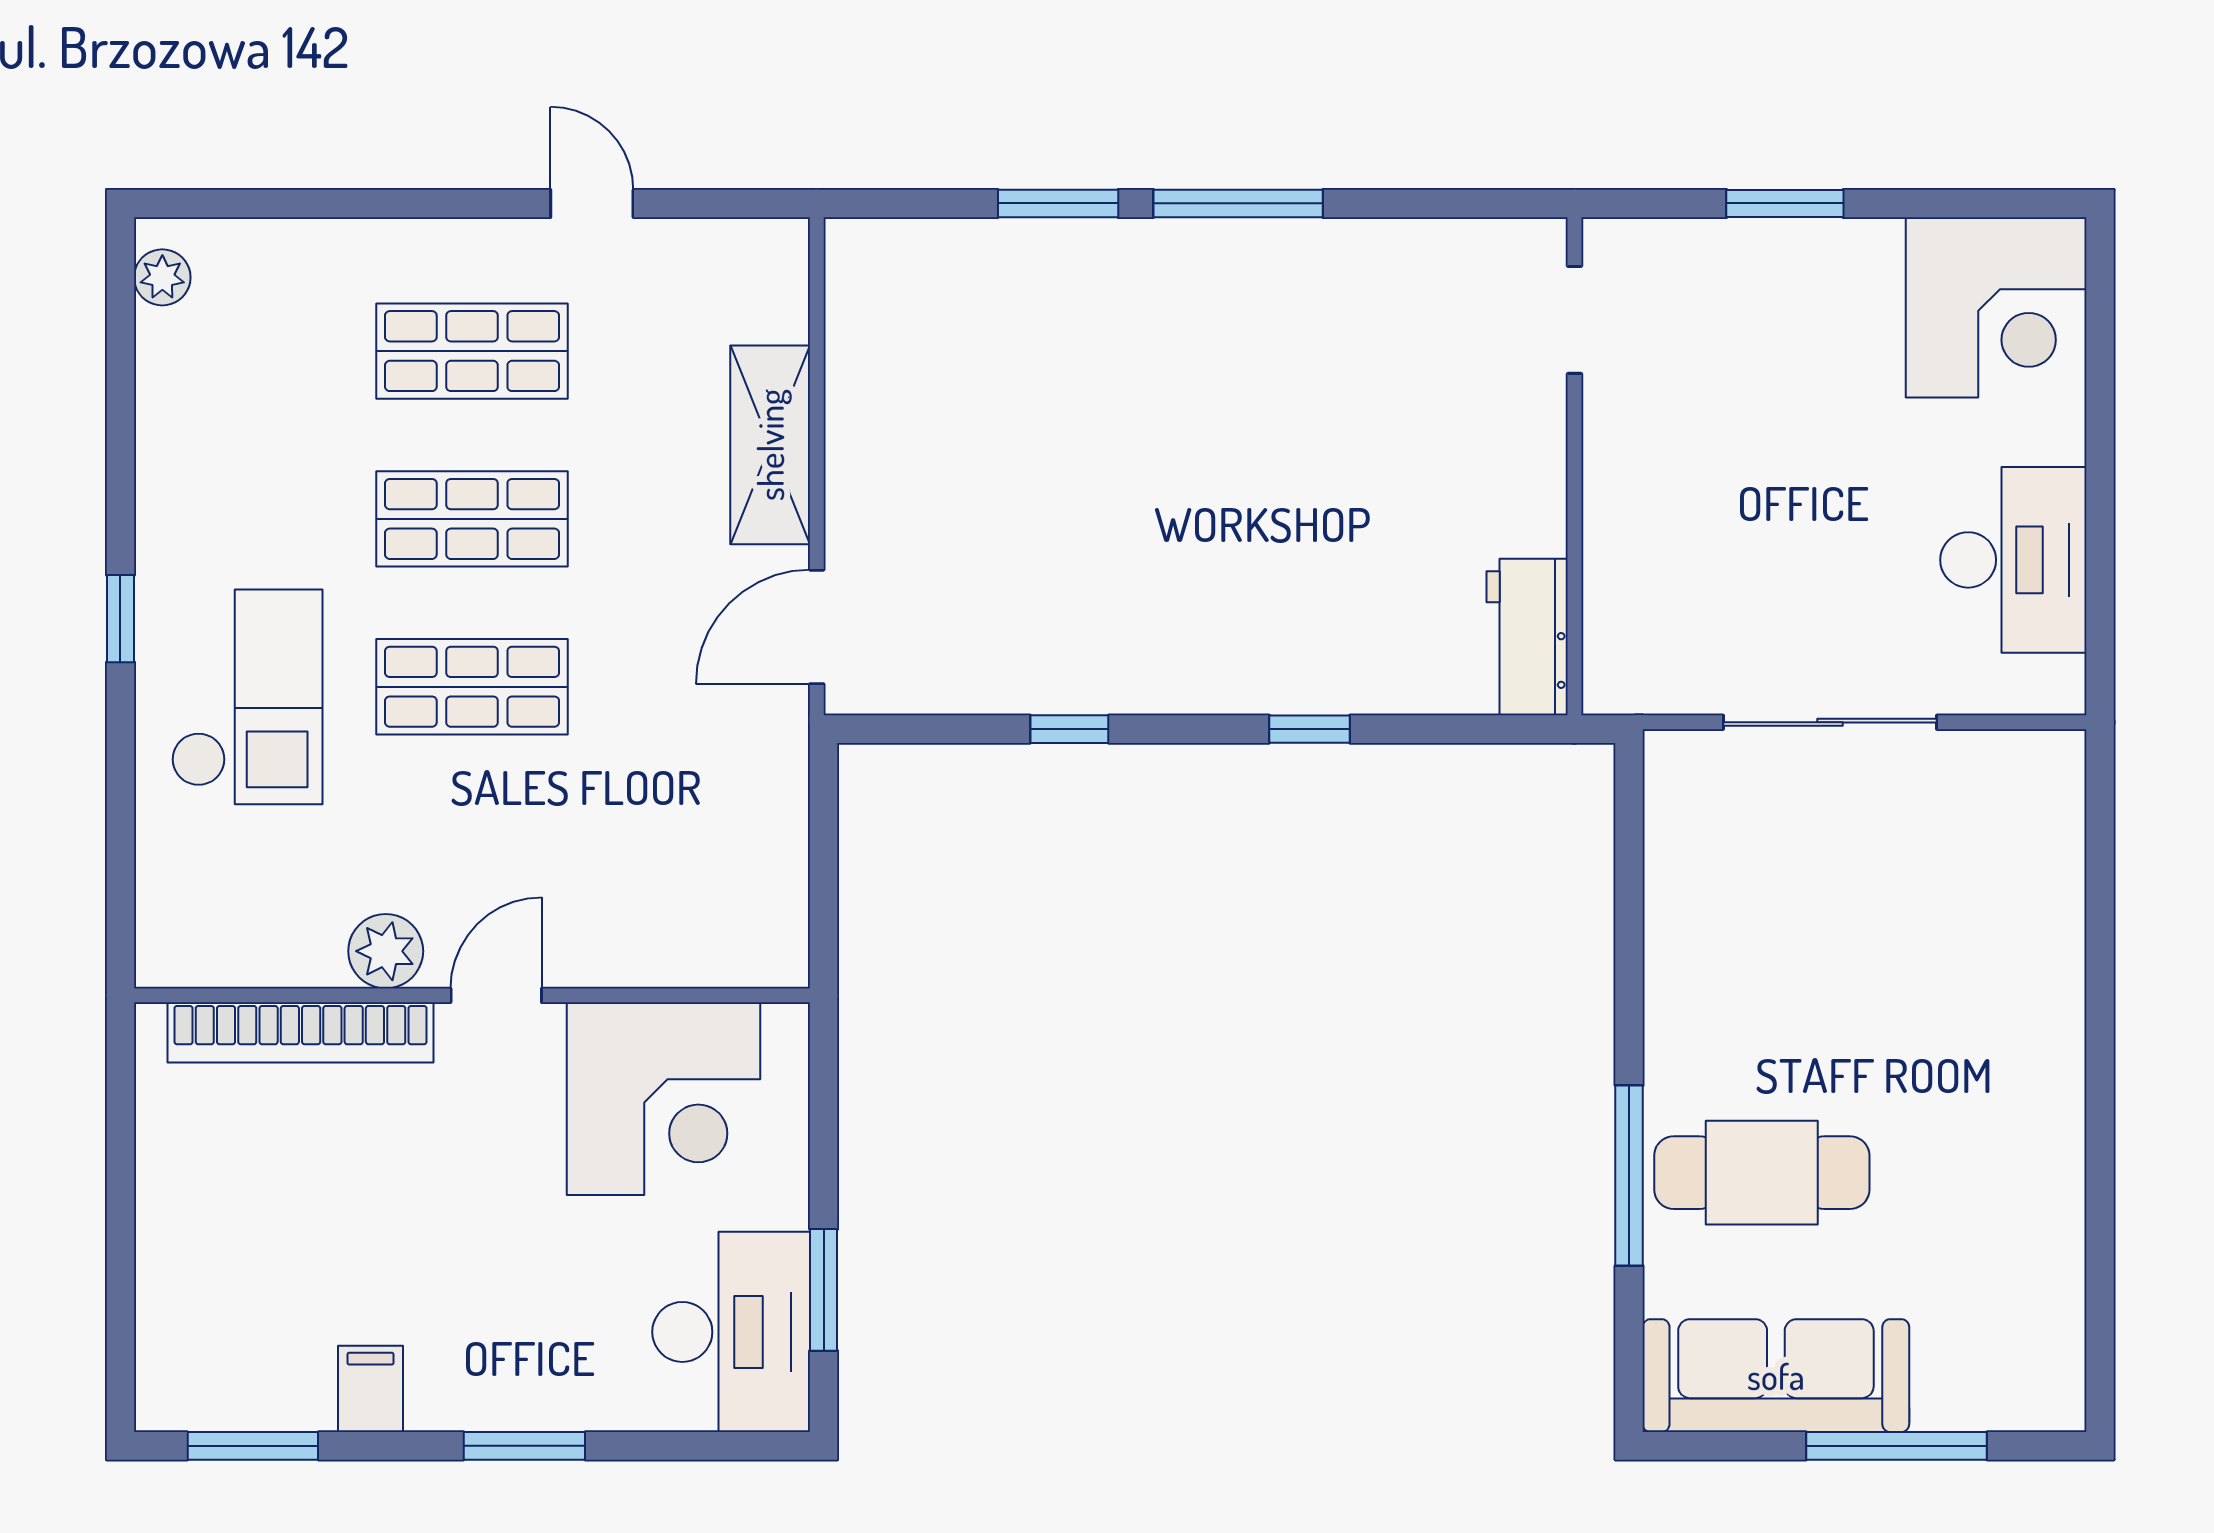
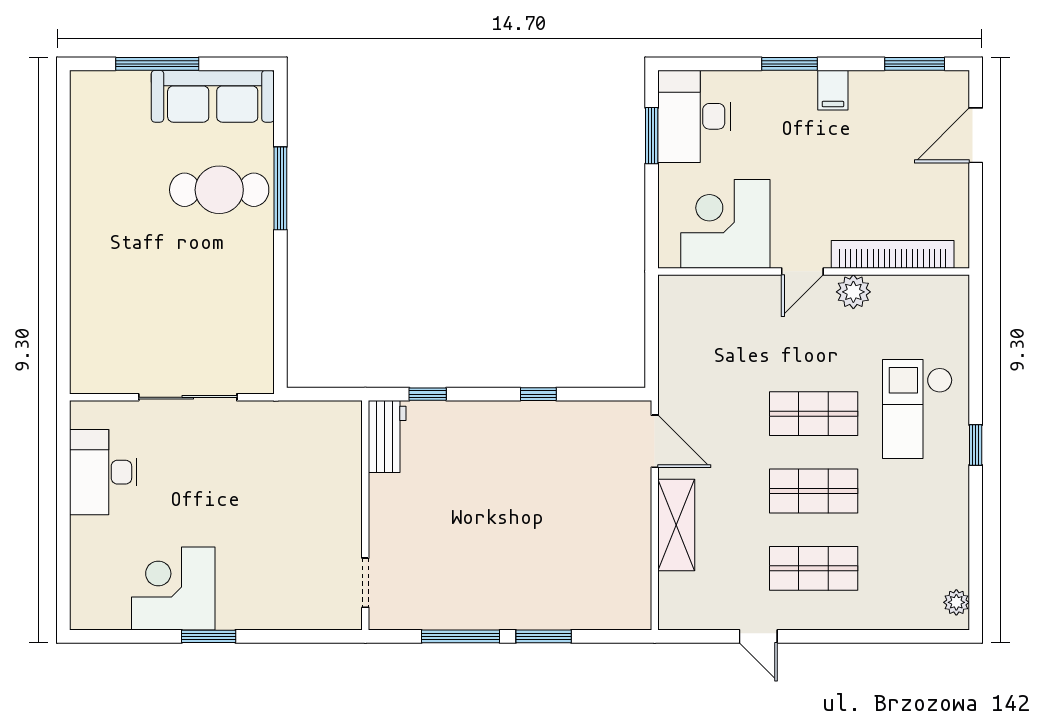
corner desk: (1996, 307) -> (173, 588), moved
doorway: (1574, 320) -> (365, 583), moved
wall: (1574, 466) -> (365, 515), moved
door: (817, 627) -> (655, 441), hinge flipped
workbench: (1527, 637) -> (387, 437), moved
door: (120, 1291) -> (976, 135), added
filing cabinet: (370, 1389) -> (833, 90), moved

